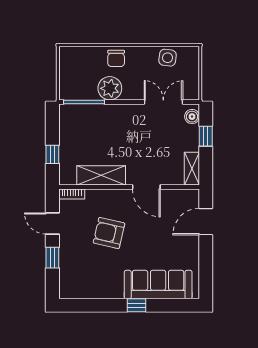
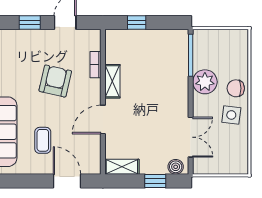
side table: (168, 58) -> (231, 115), moved
shelving: (101, 175) -> (112, 81), width x0.67, depth x0.75
bookcase: (72, 194) -> (96, 65), moved
coffee table: (166, 245) -> (43, 140), added

